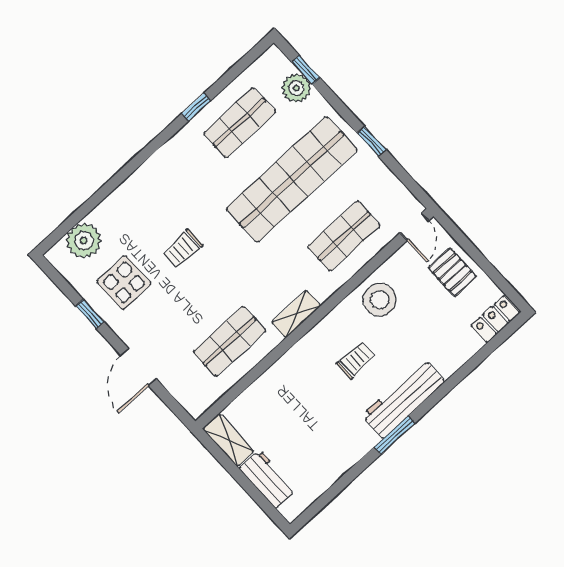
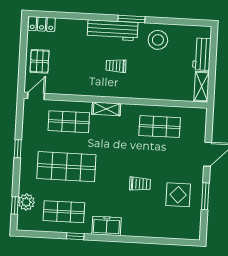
freezer: (171, 158) -> (106, 226), added
shop shelf: (292, 179) -> (66, 167), width x0.71
plant: (84, 241) -> (177, 229), removed
stool: (380, 300) -> (158, 40), moved
window: (90, 314) -> (205, 196), width x1.50
shelving: (296, 314) -> (106, 109), moved

